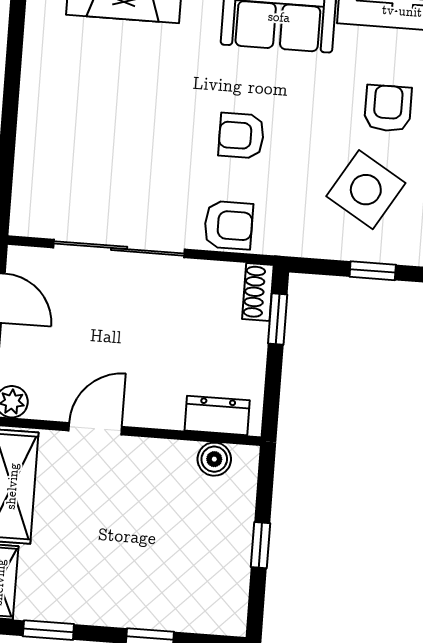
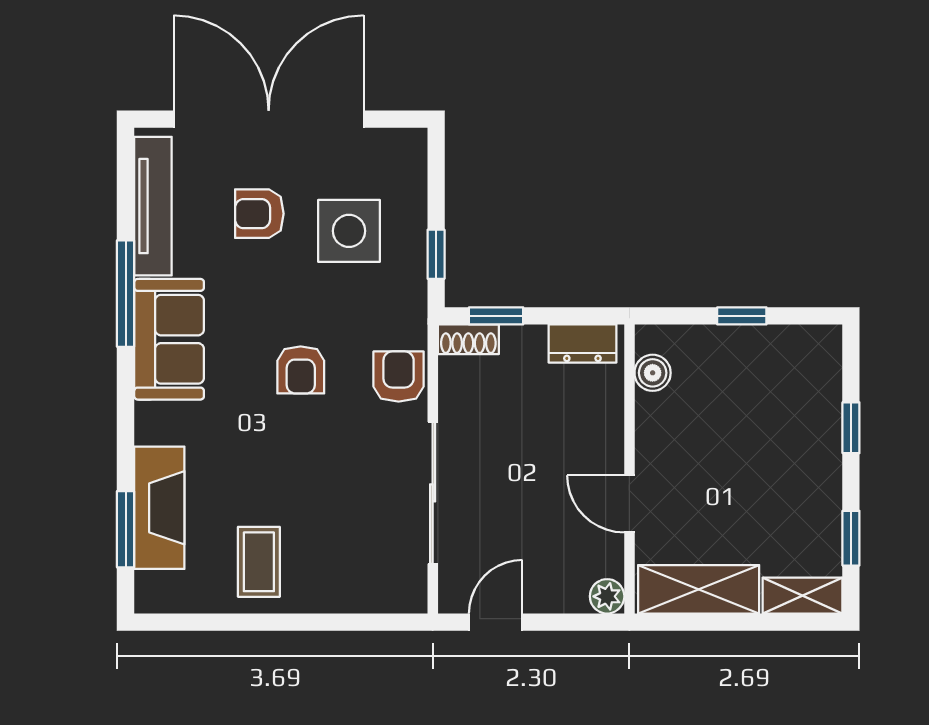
coffee table: (68, 84) -> (259, 562), added
side table: (366, 190) -> (349, 231), turned -31
window: (373, 271) -> (436, 254), moved
dresser: (217, 415) -> (582, 343), moved, turned -90

